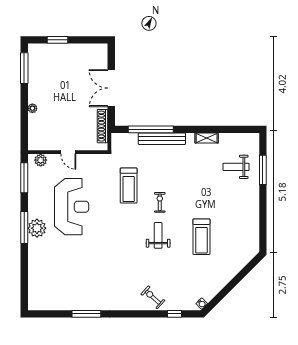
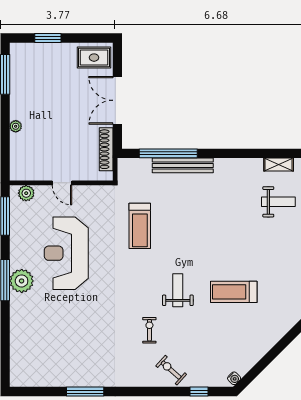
rug: (93, 55) -> (94, 58), added
shelving: (207, 138) -> (279, 165), moved
weight bench: (236, 167) -> (278, 202), turned 180
exercise bike: (160, 202) -> (149, 330), moved
reception desk: (72, 207) -> (66, 253), turned 180
treadmill: (201, 237) -> (234, 292), turned 90

